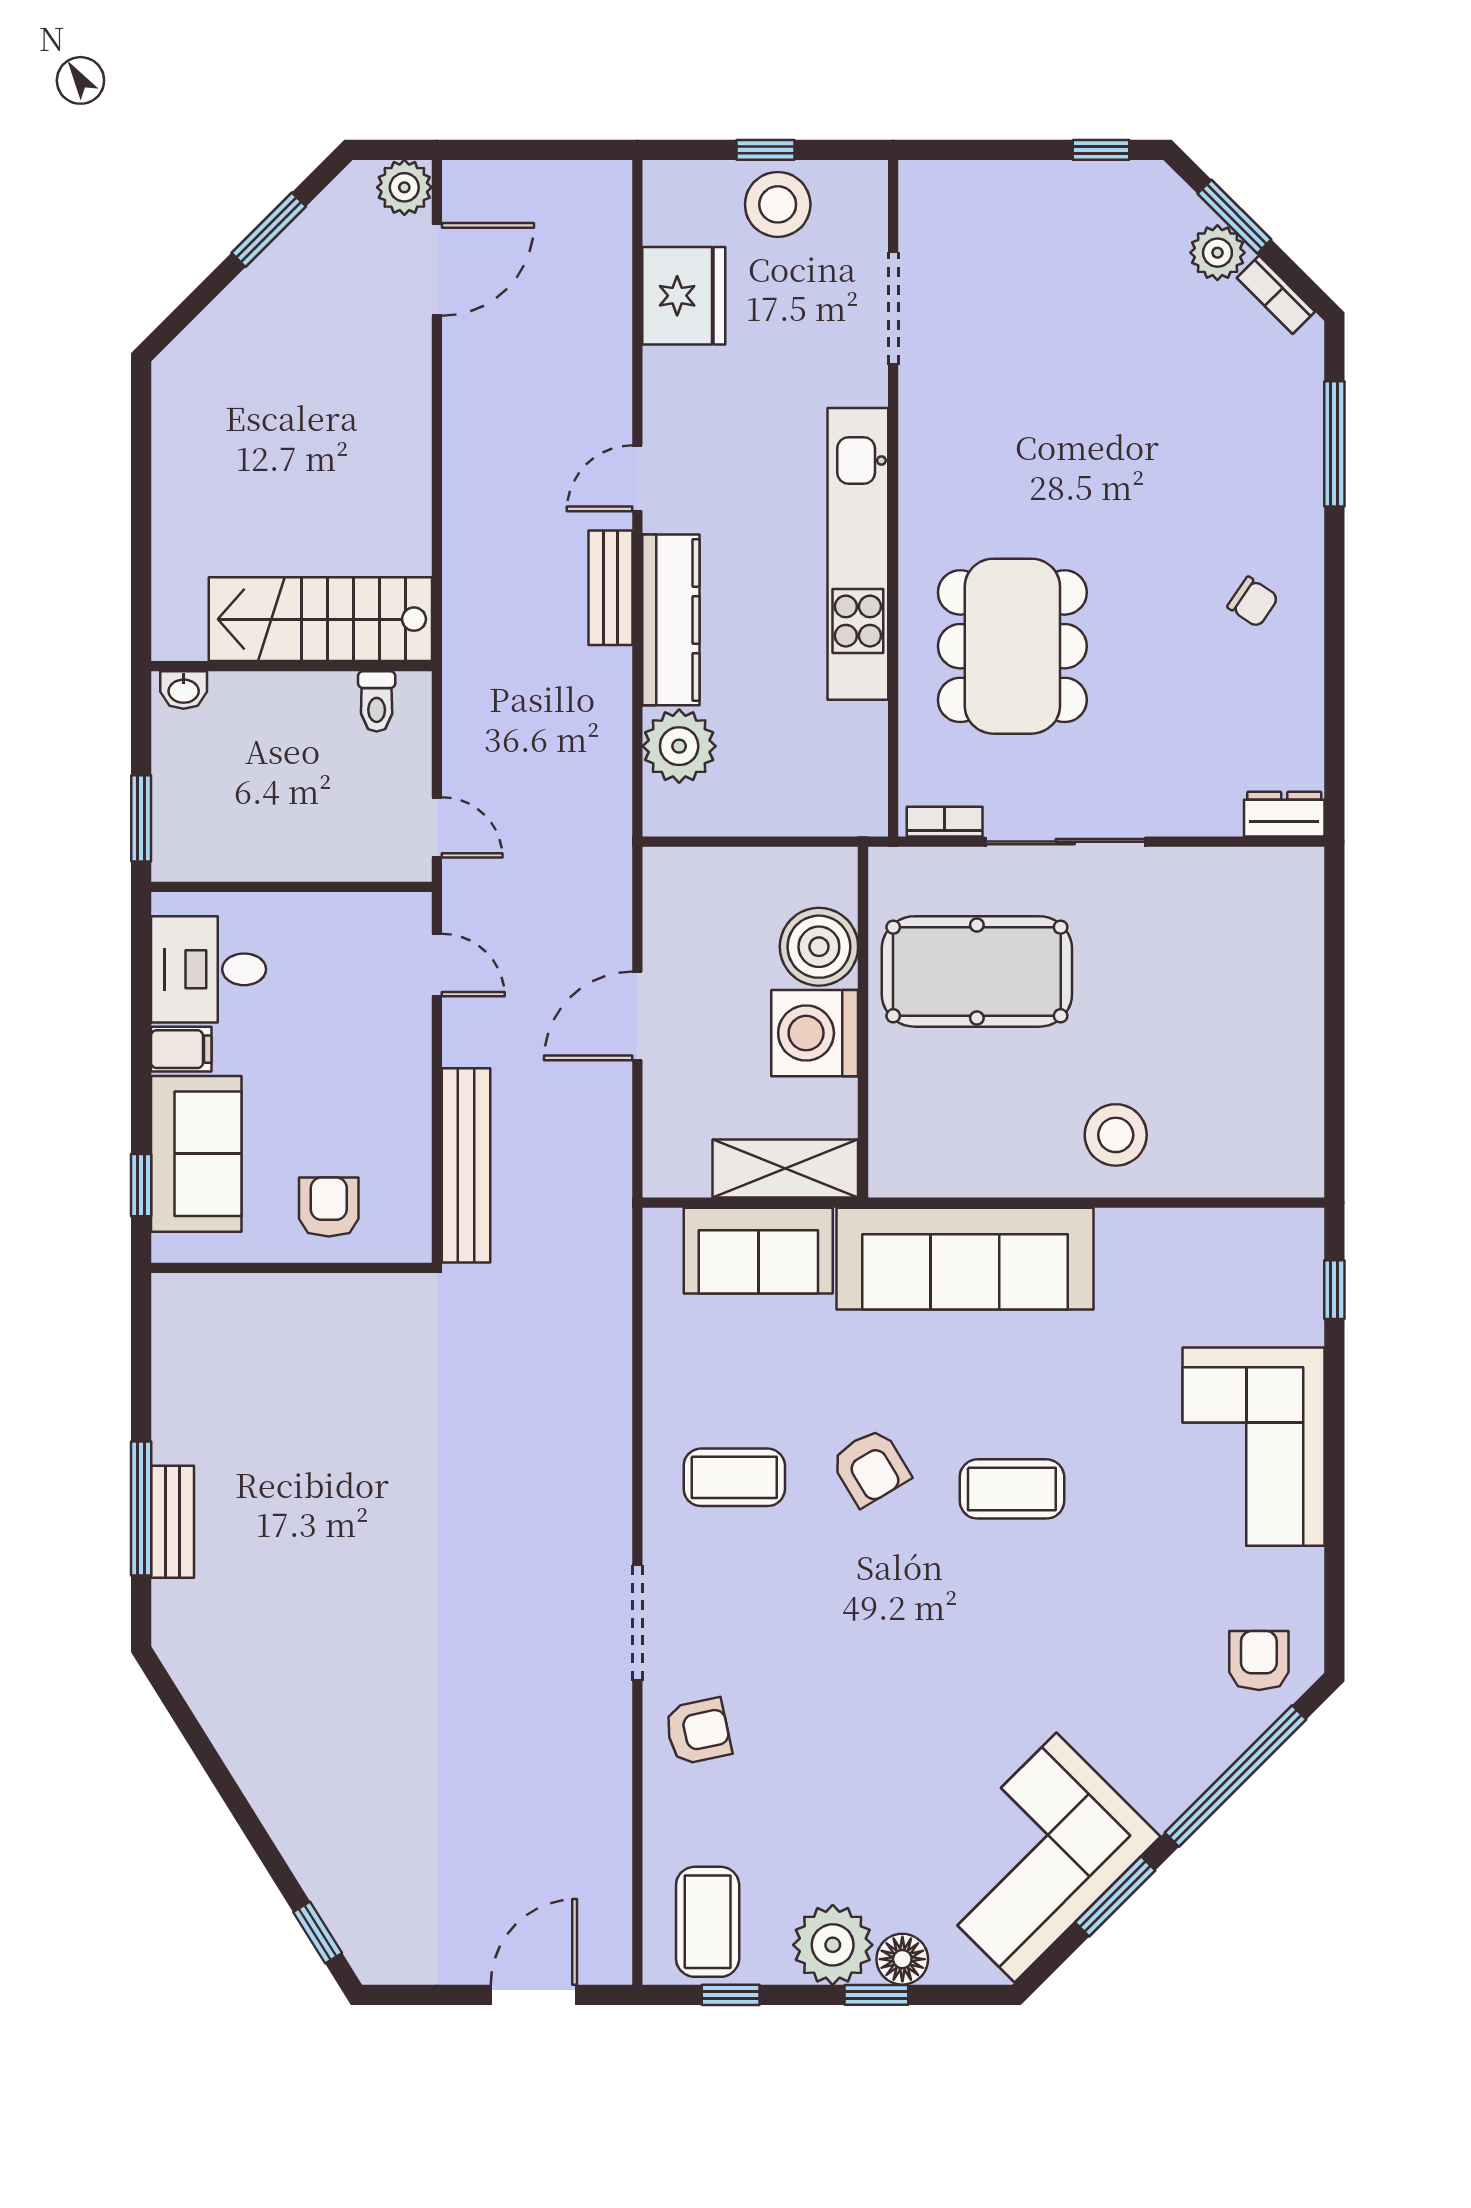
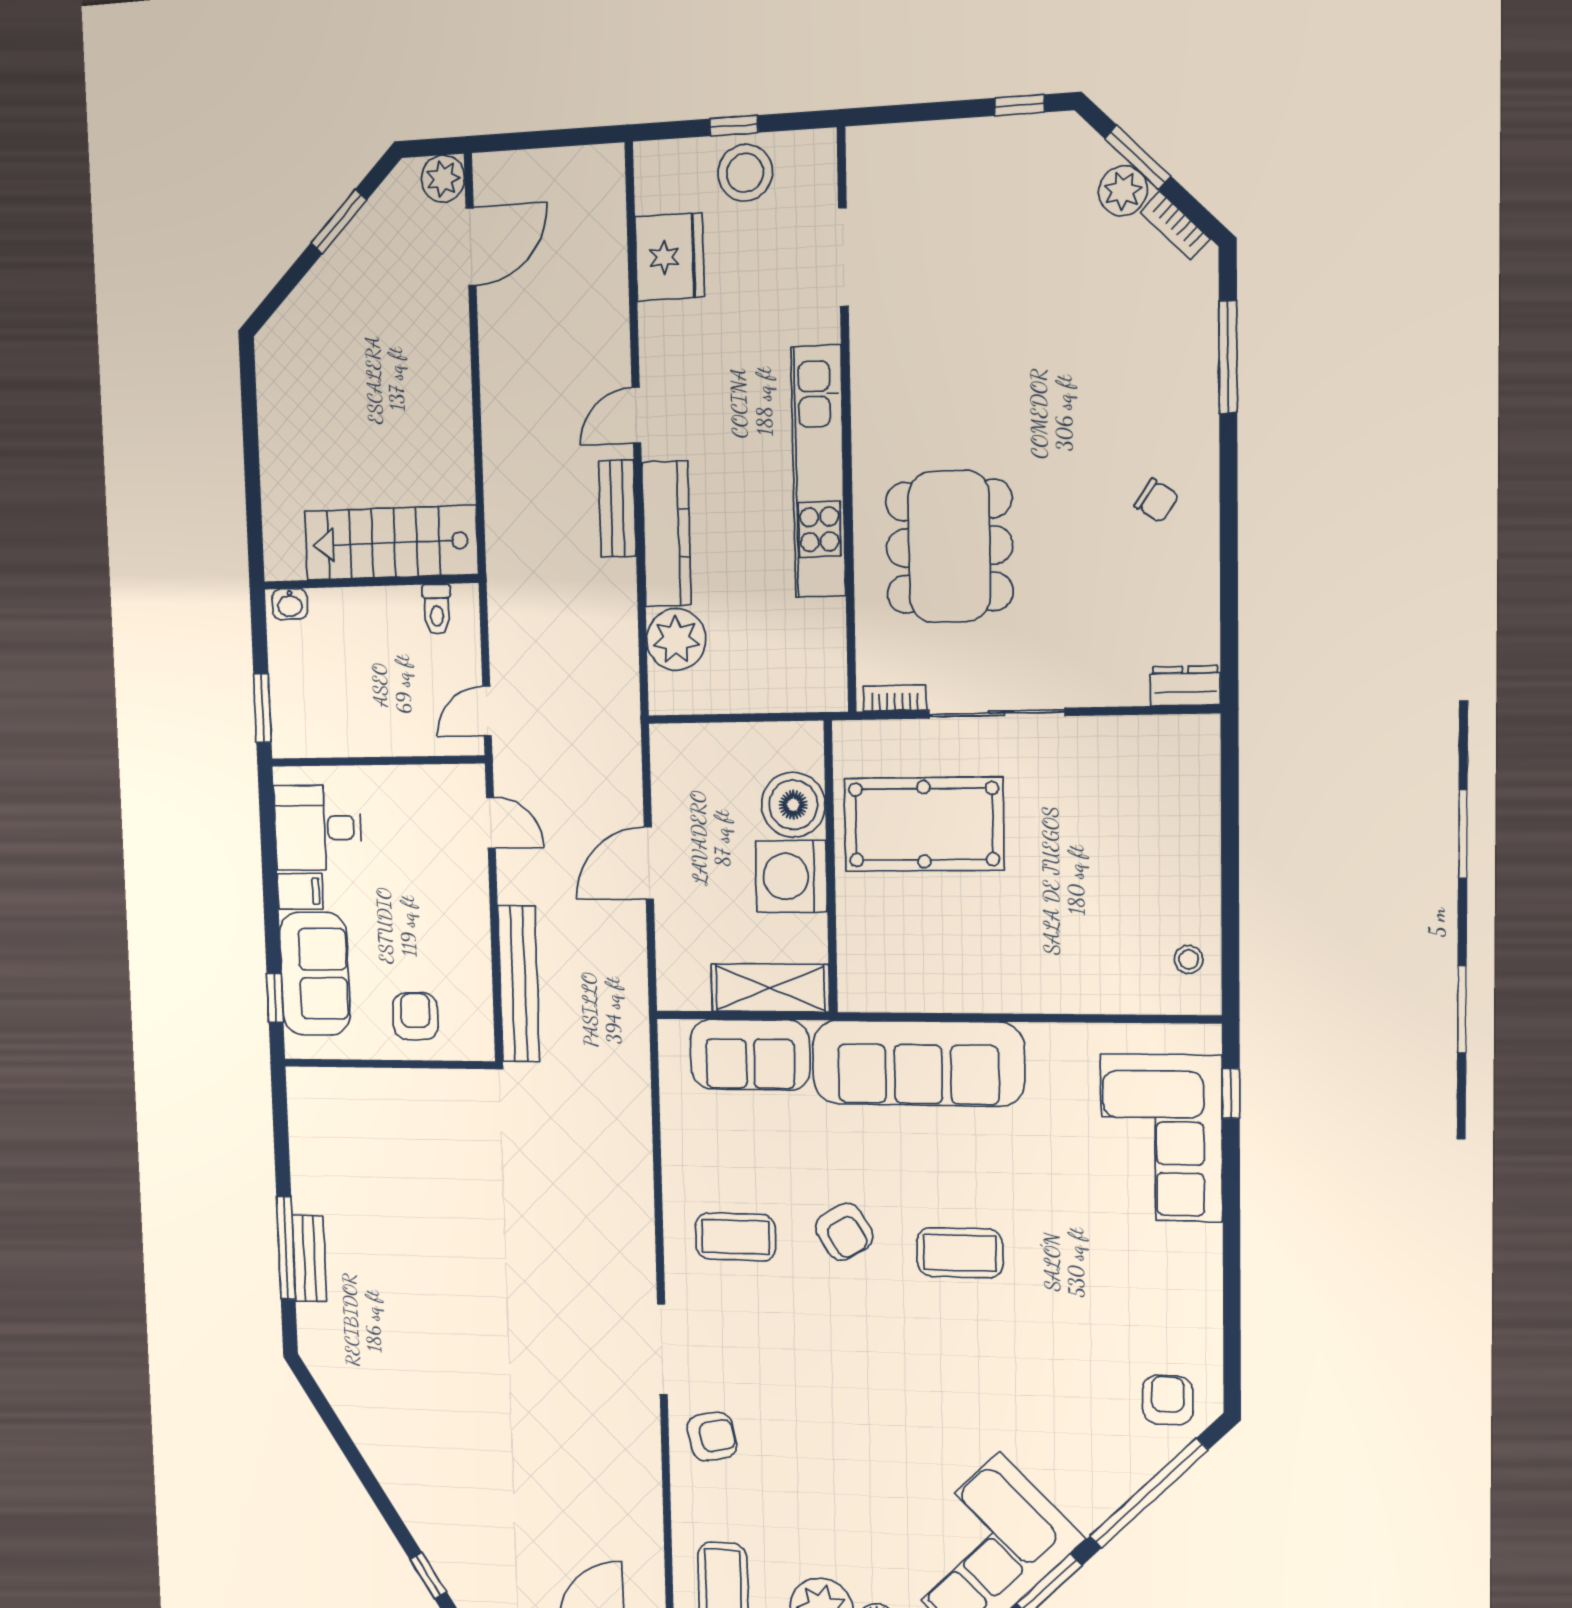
door: (437, 827) -> (487, 711), swing flipped
stool: (1116, 1135) -> (1189, 959), moved, width x0.53, depth x0.53
corner sofa: (1253, 1447) -> (1161, 1138), moved

